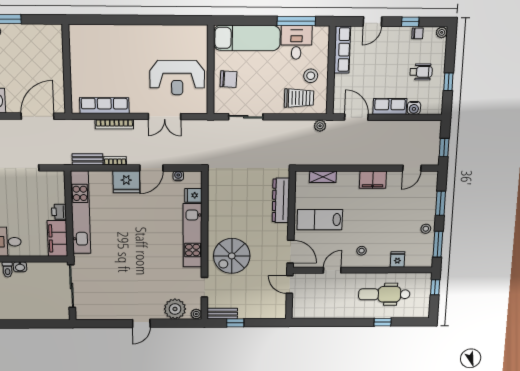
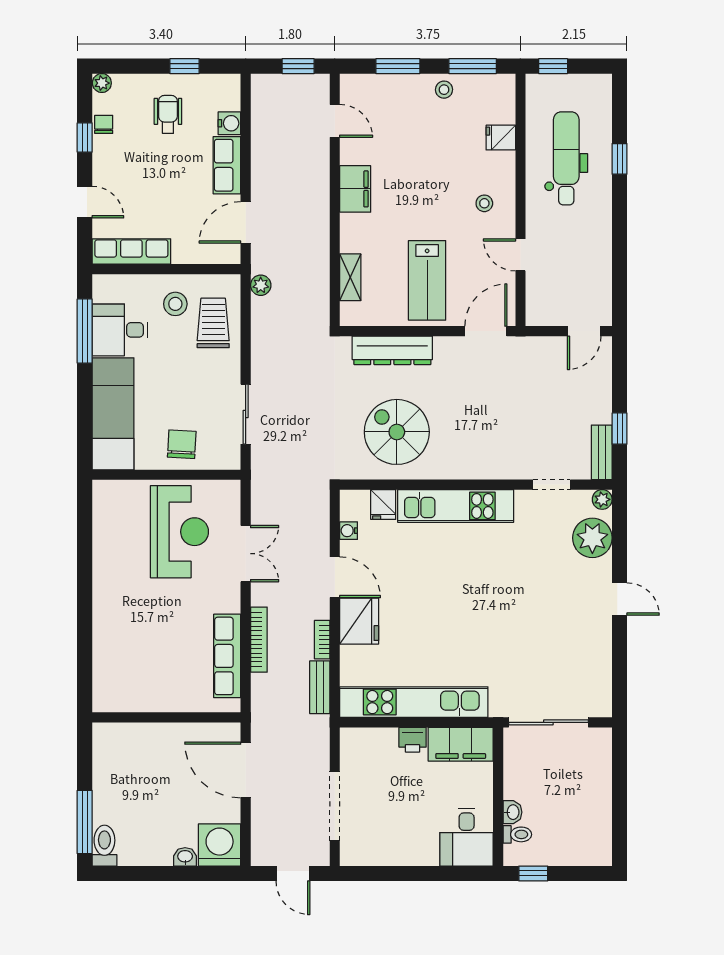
spiral stairs: (232, 256) -> (397, 432), moved, turned 180
door: (290, 285) -> (584, 331), moved
dental chair: (384, 294) -> (566, 158), turned 180

